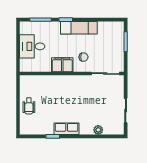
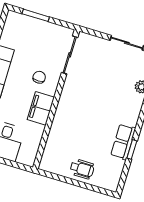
row of seats: (67, 129) -> (123, 142), moved

